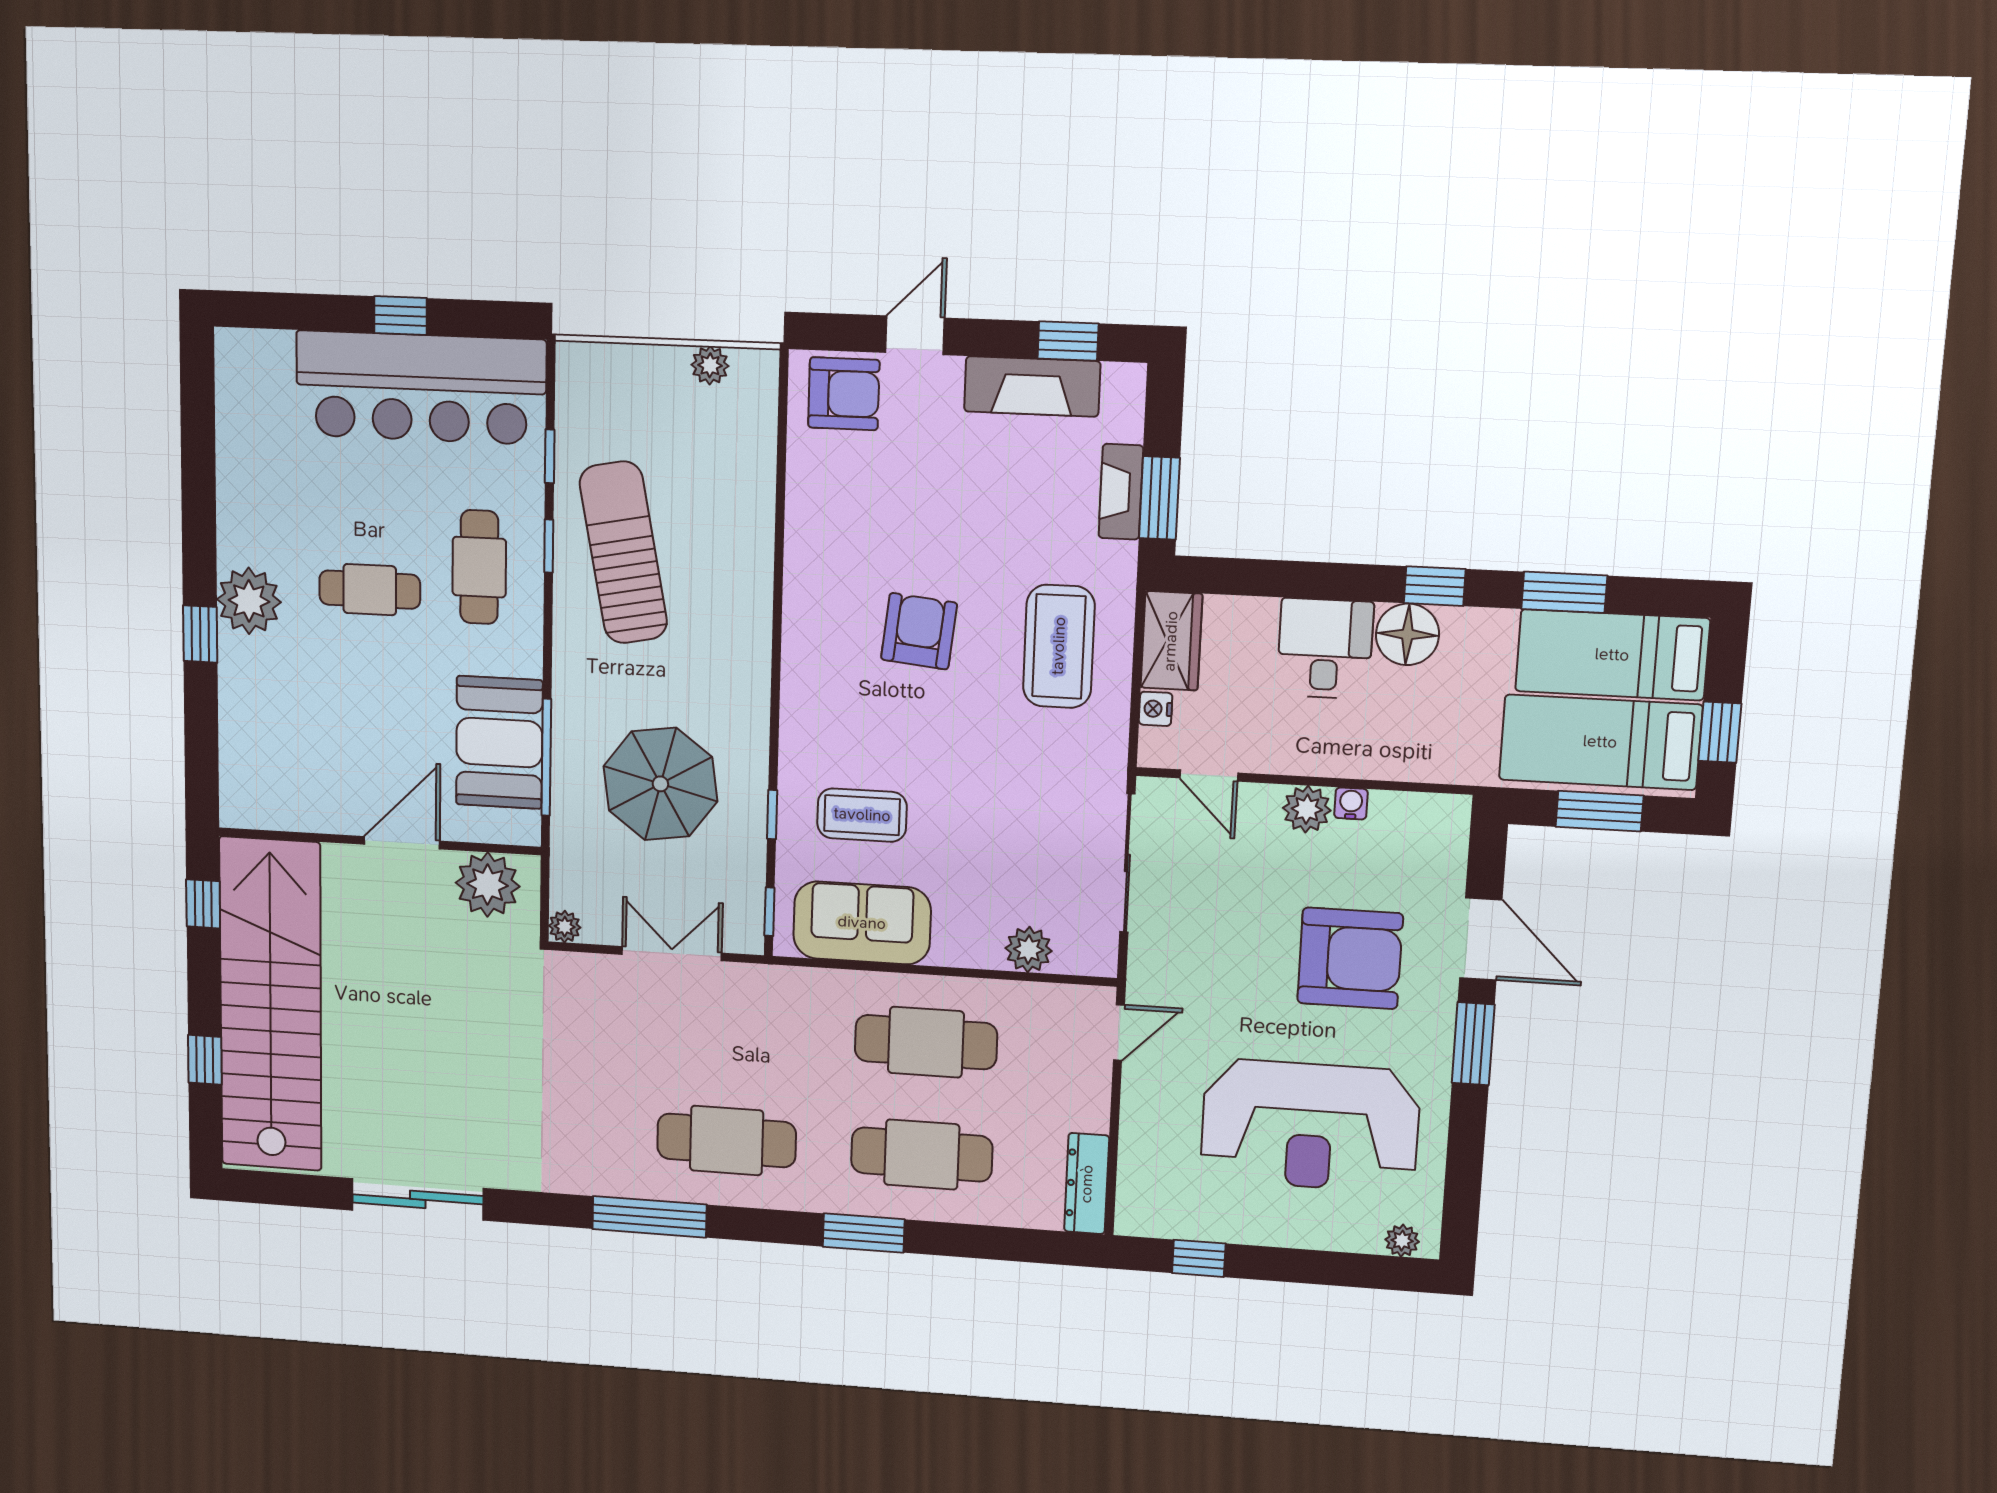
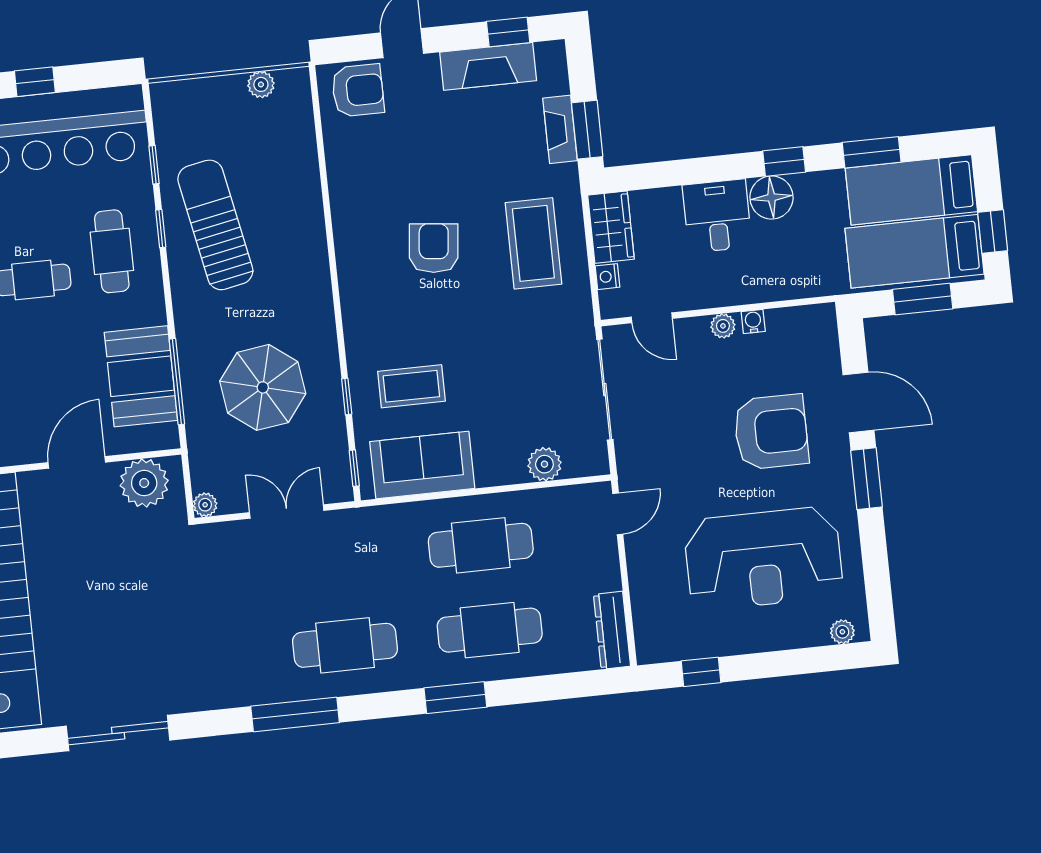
plant: (1307, 809) -> (723, 326), width x0.73, depth x0.73

